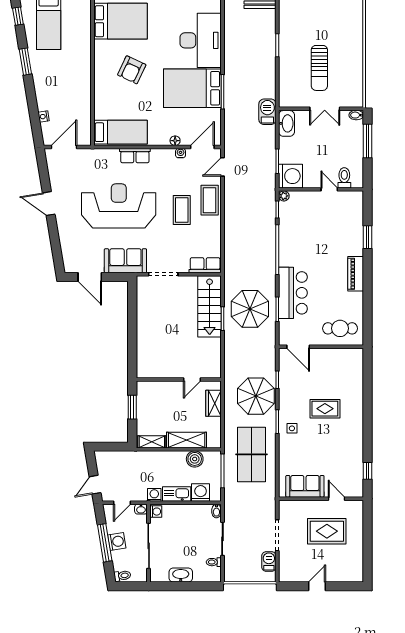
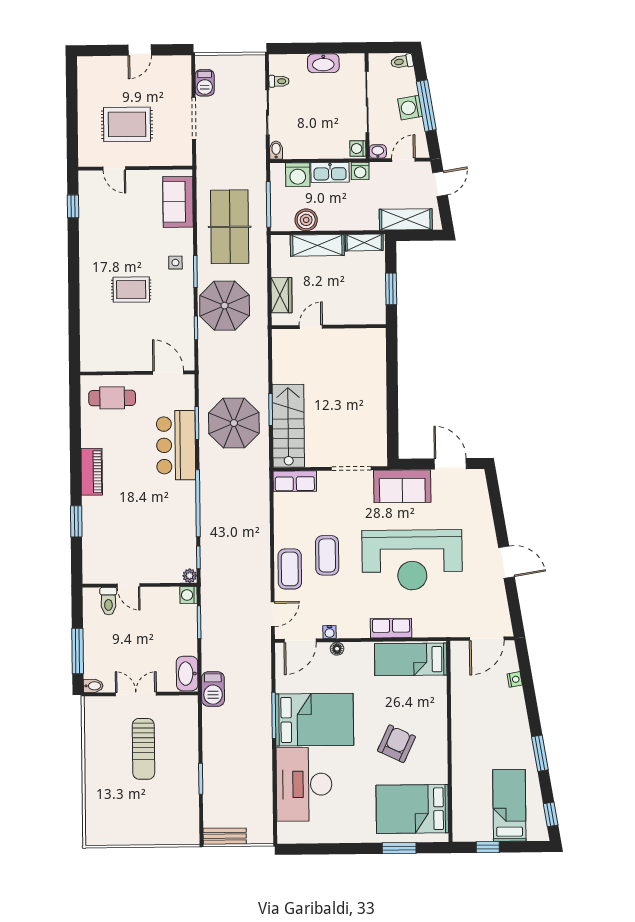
sun lounger: (319, 68) -> (144, 749), turned 180
washing machine: (291, 176) -> (188, 595), width x0.53, depth x0.53
shelving: (121, 459) -> (406, 219), added
sofa: (305, 486) -> (178, 202), moved, turned 90

